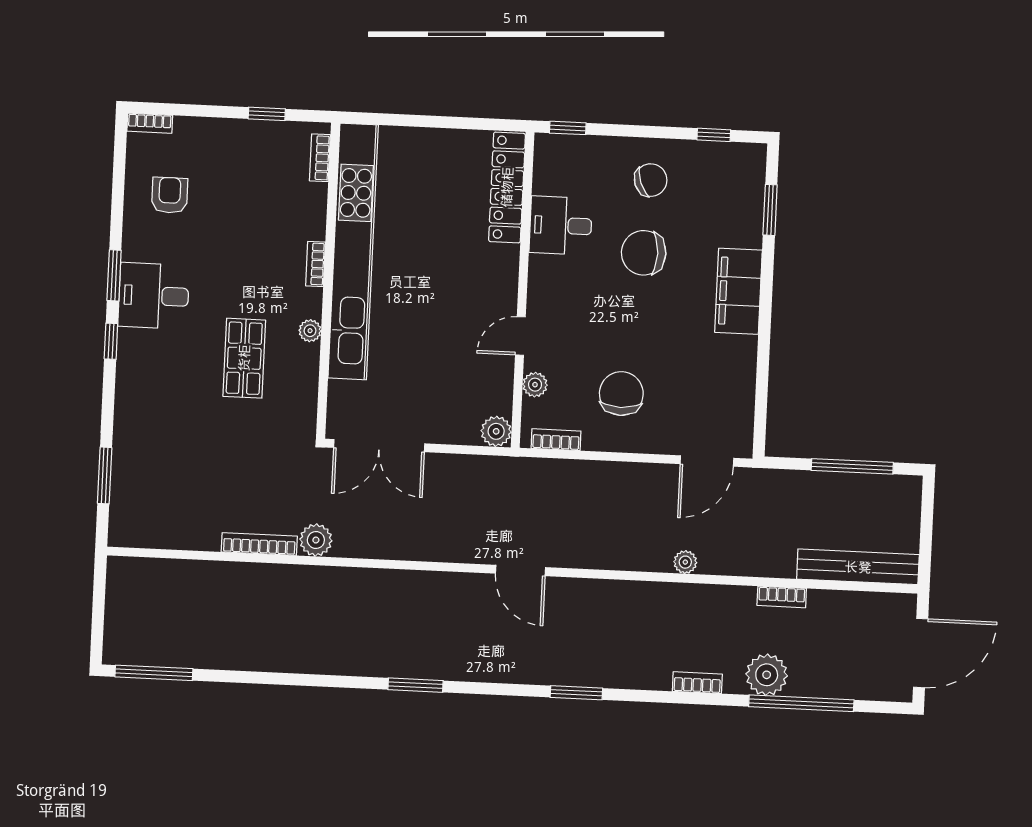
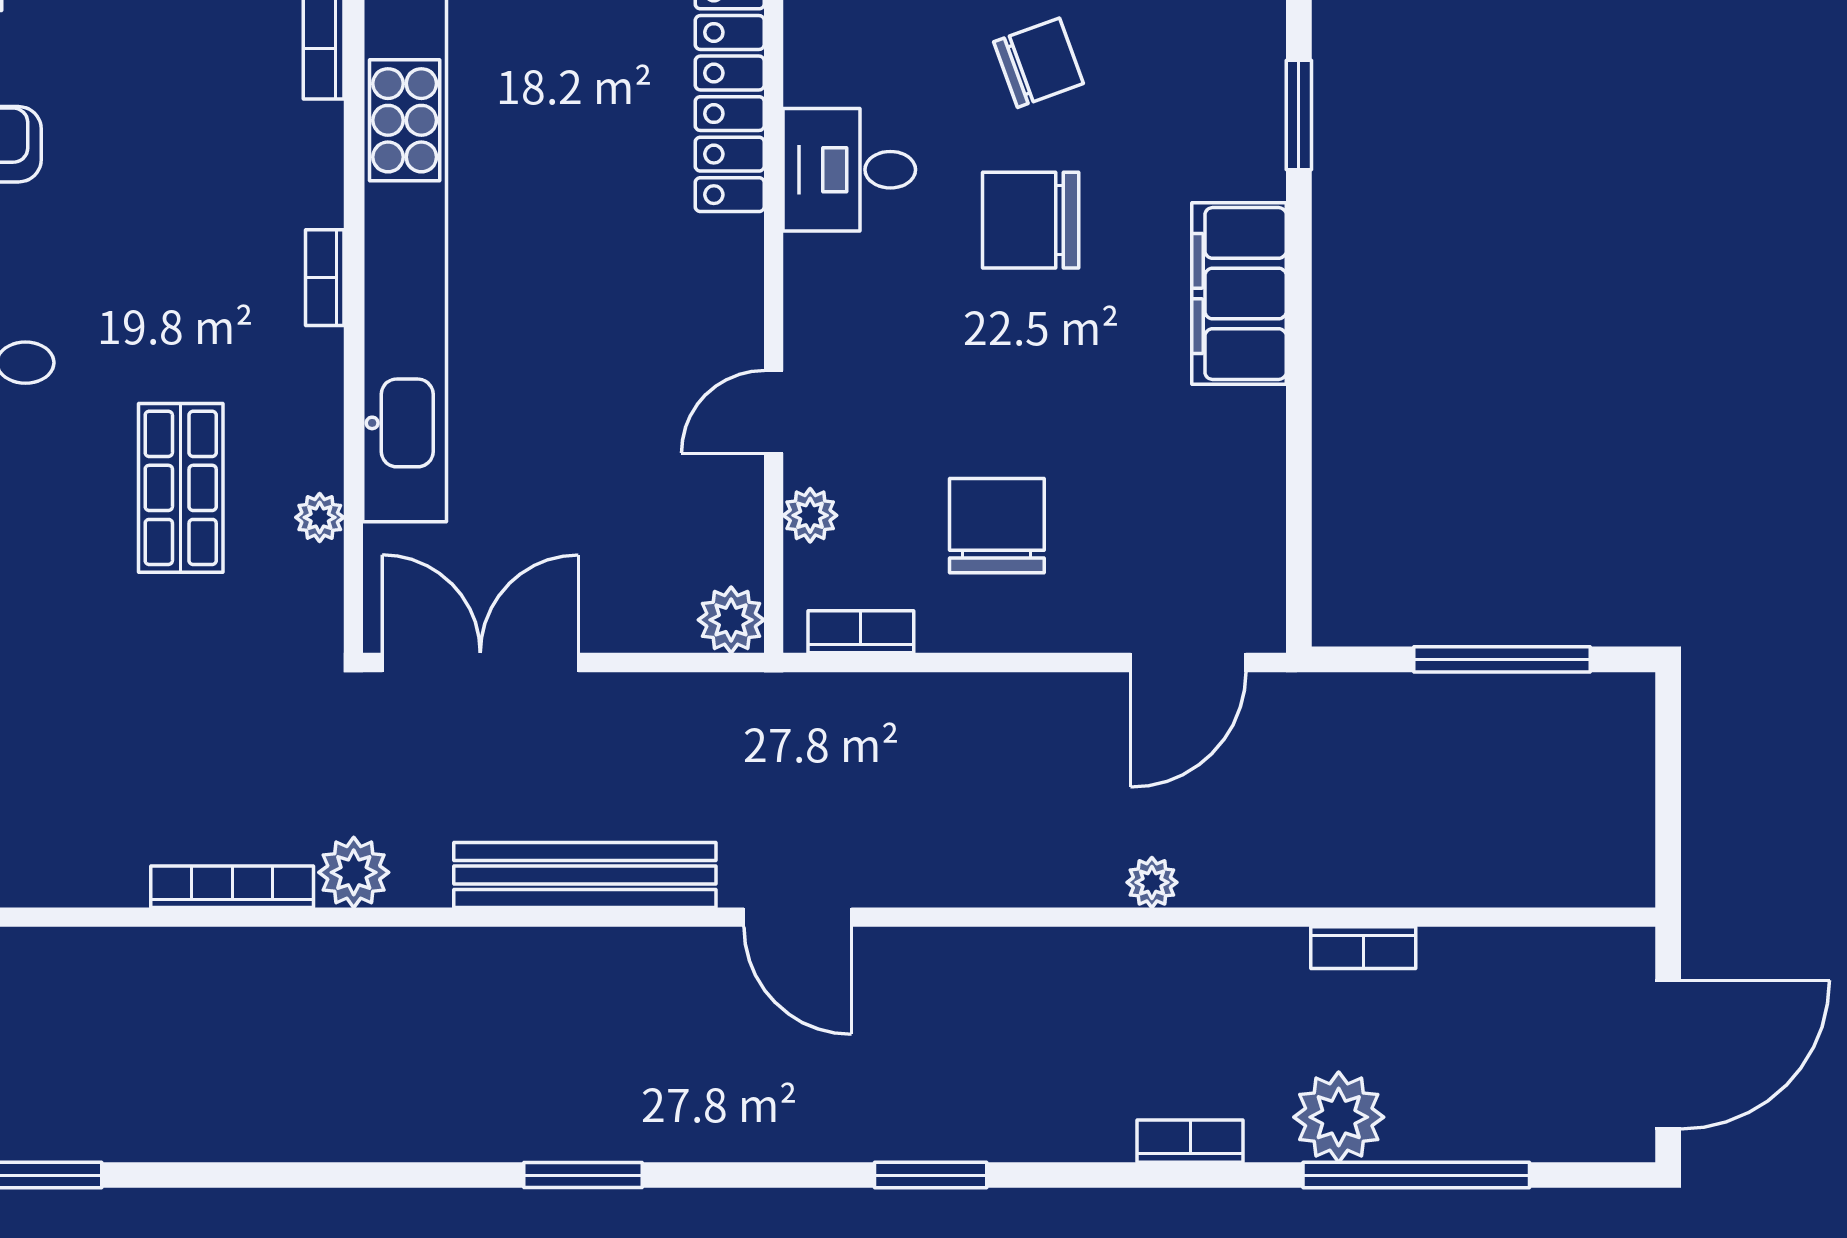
plant: (310, 331) -> (320, 517), moved
double door: (379, 446) -> (480, 662), swing flipped
bench: (858, 567) -> (585, 875), moved

